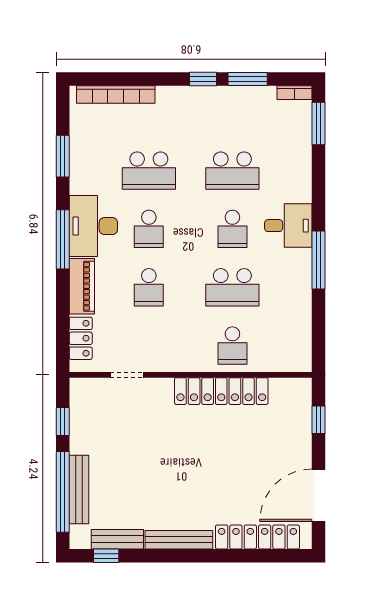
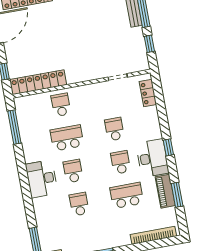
school desk: (232, 171) -> (79, 204), width x0.54
desk: (288, 226) -> (42, 179), width x1.37
window: (63, 239) -> (168, 147), width x0.46
window: (318, 260) -> (14, 127), moved
piano: (82, 286) -> (165, 191), moved
locker: (221, 391) -> (38, 82), moved

